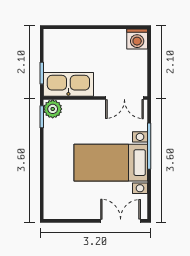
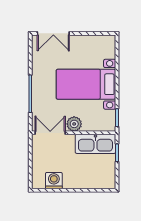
washing machine: (137, 39) -> (54, 181), moved
plant: (53, 109) -> (74, 124), moved
bed with nightstands: (111, 163) -> (86, 84), moved, turned 180

